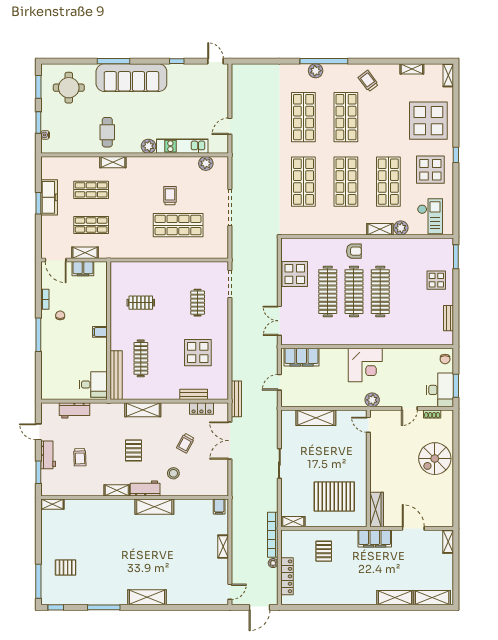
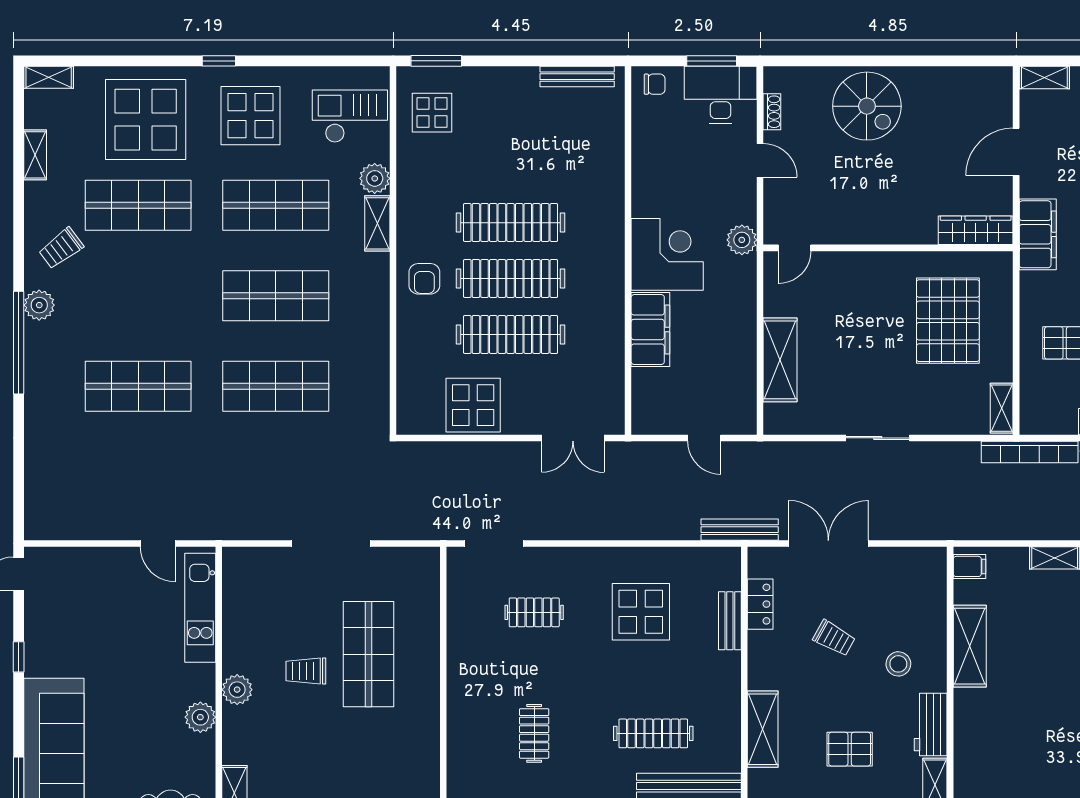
plant: (316, 71) -> (39, 305), moved
shop shelf: (346, 117) -> (138, 205), moved
kitchen unit: (182, 146) -> (200, 608), moved
plant: (206, 163) -> (237, 690), moved
armchair: (354, 251) -> (424, 279), turned 180
display table: (436, 280) -> (432, 113), moved
bench: (449, 318) -> (577, 77), width x1.36
filing cabinet: (302, 357) -> (650, 330), moved
double door: (230, 441) -> (828, 544), swing flipped
shelving: (154, 507) -> (970, 646), moved

